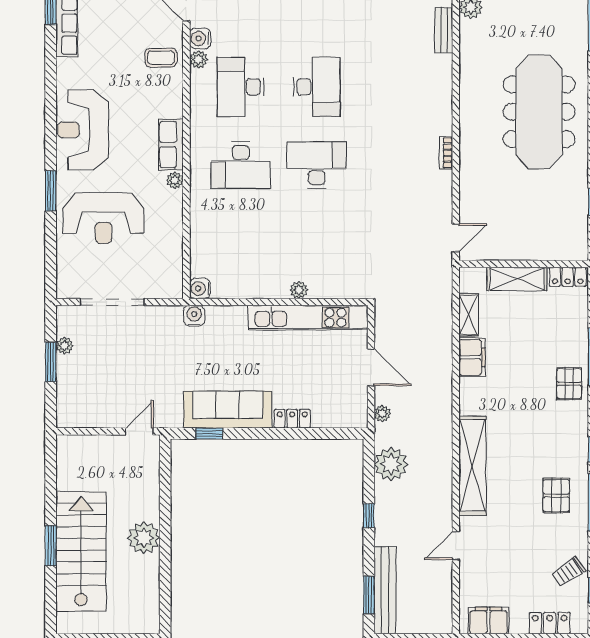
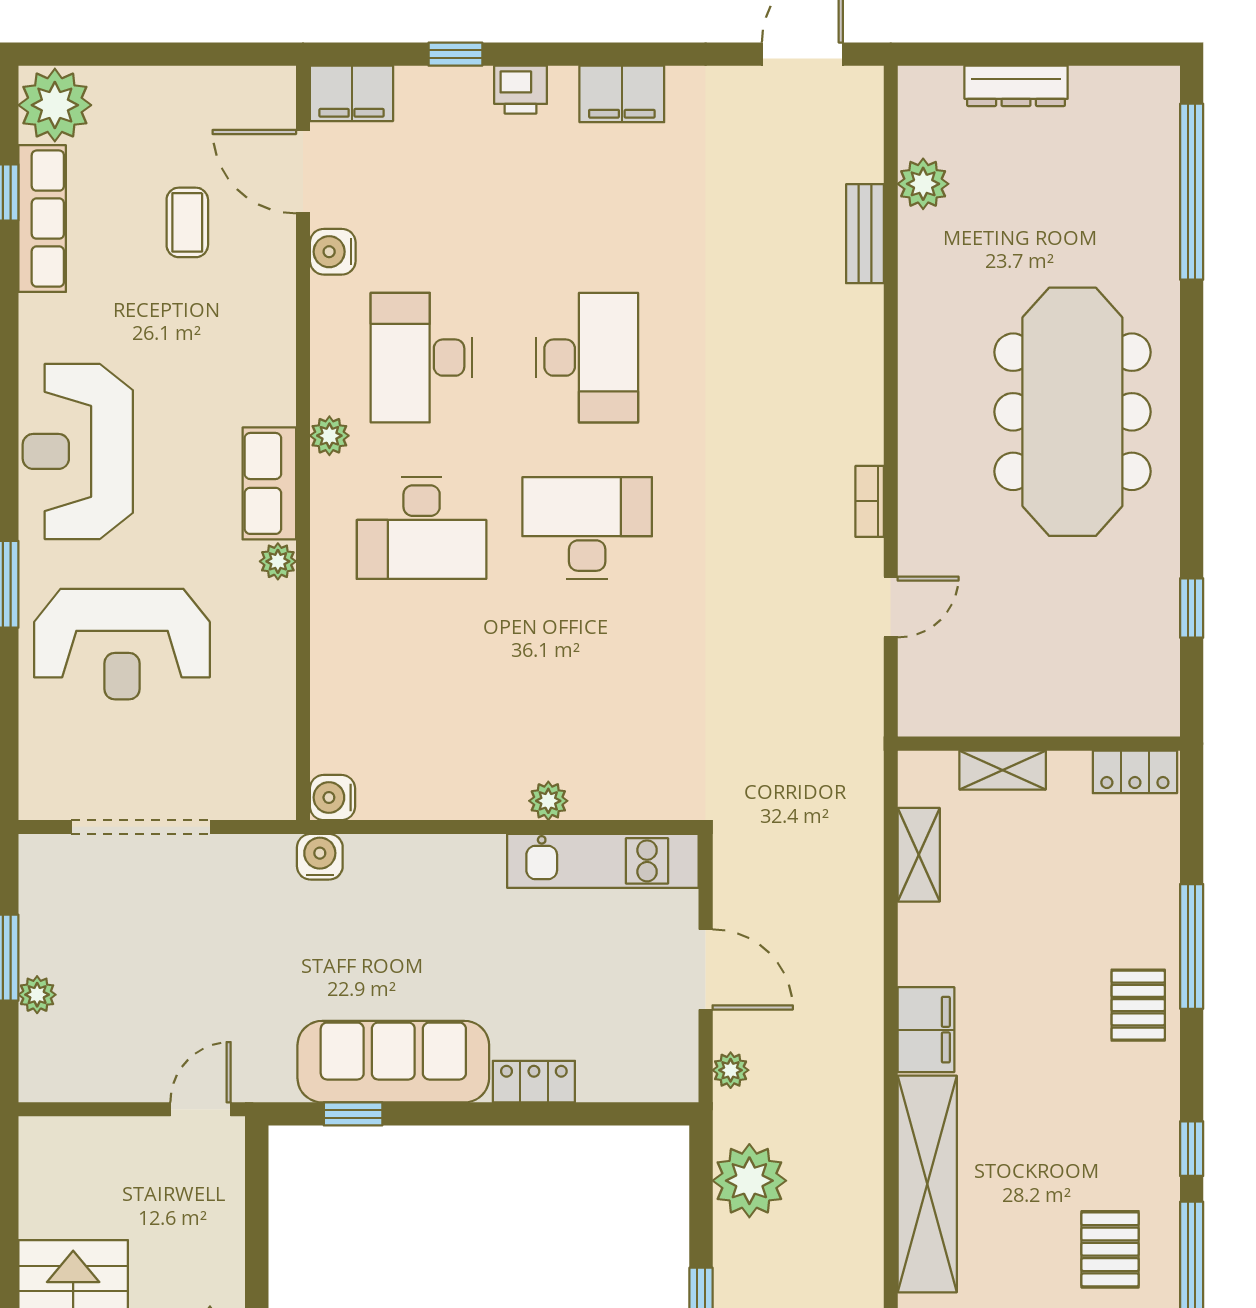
coffee table: (161, 58) -> (187, 222), moved, turned 90
plant: (198, 59) -> (329, 436), moved
door: (456, 238) -> (891, 607), moved
shelving: (517, 279) -> (1003, 770), width x0.67, depth x0.75
kitchen unit: (308, 318) -> (603, 861), width x0.73
plant: (65, 346) -> (37, 995), moved
filing cabinet: (472, 357) -> (926, 1030), moved

